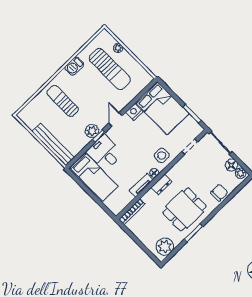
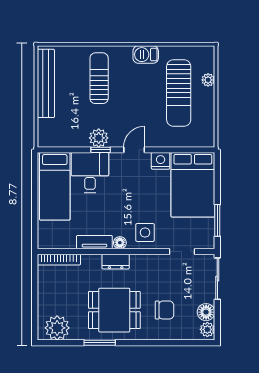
bench: (53, 145) -> (46, 83), moved
chair: (219, 193) -> (164, 310), moved

